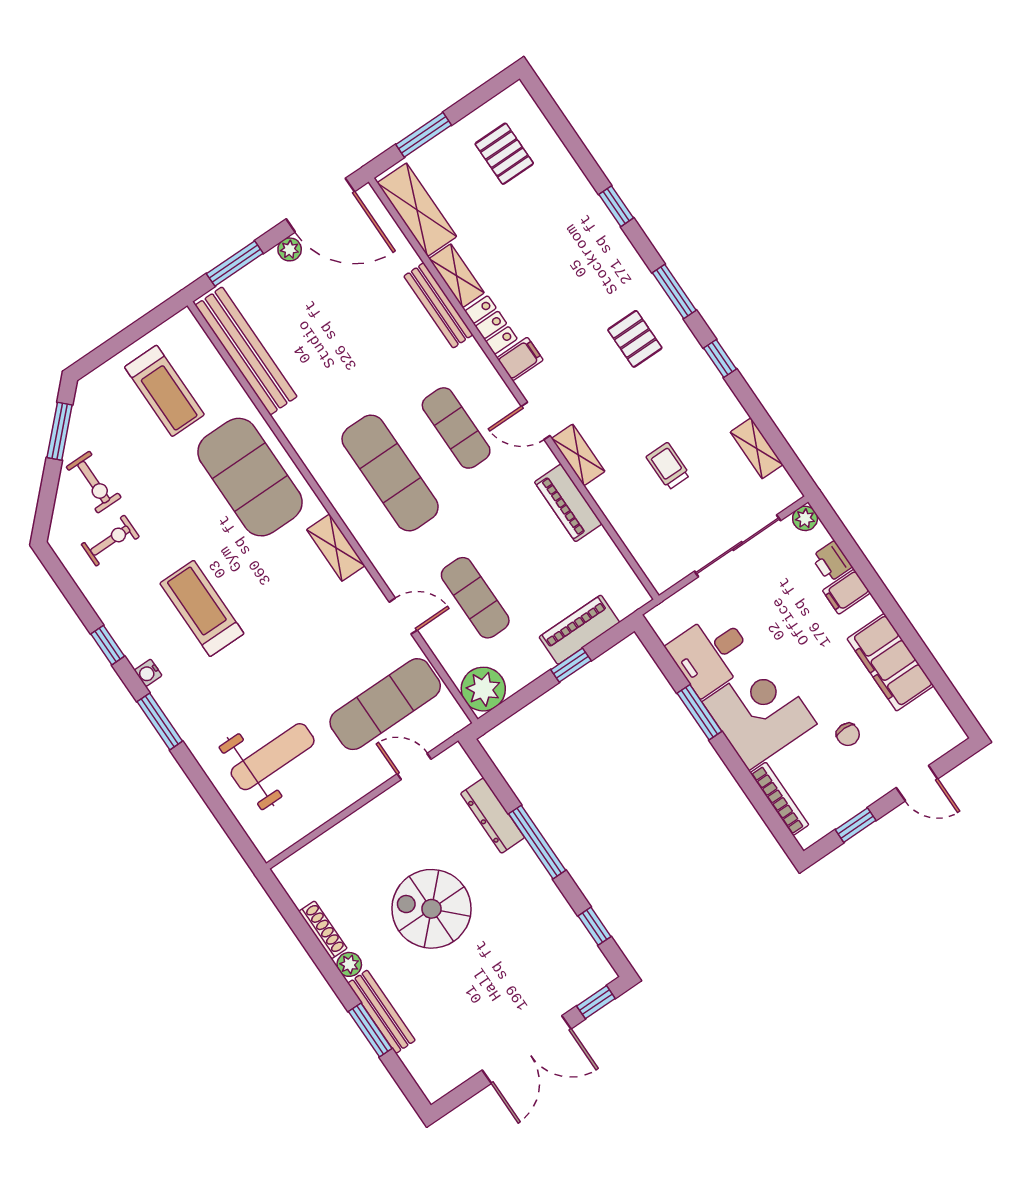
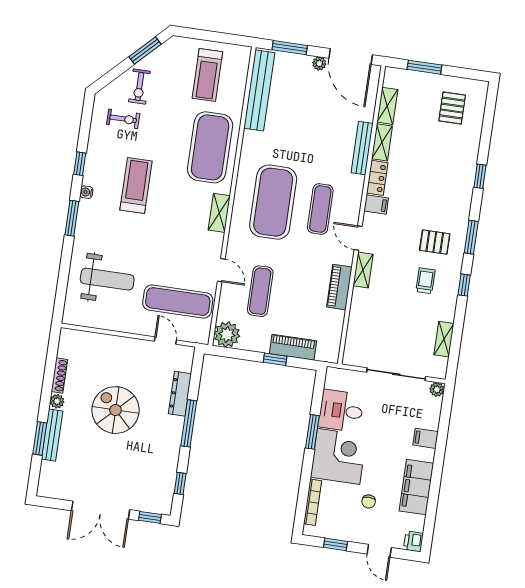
shelving: (417, 210) -> (387, 106), width x0.67, depth x0.75
pallet: (635, 339) -> (435, 242), turned 90
trolley: (668, 466) -> (426, 281), moved
exercise mat: (390, 473) -> (273, 202), width x1.47
printer: (832, 562) -> (413, 541), moved

